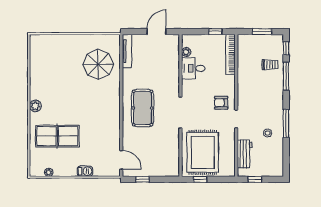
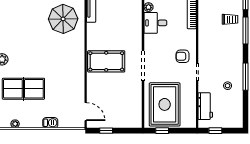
pool table: (143, 108) -> (106, 61), turned 90

